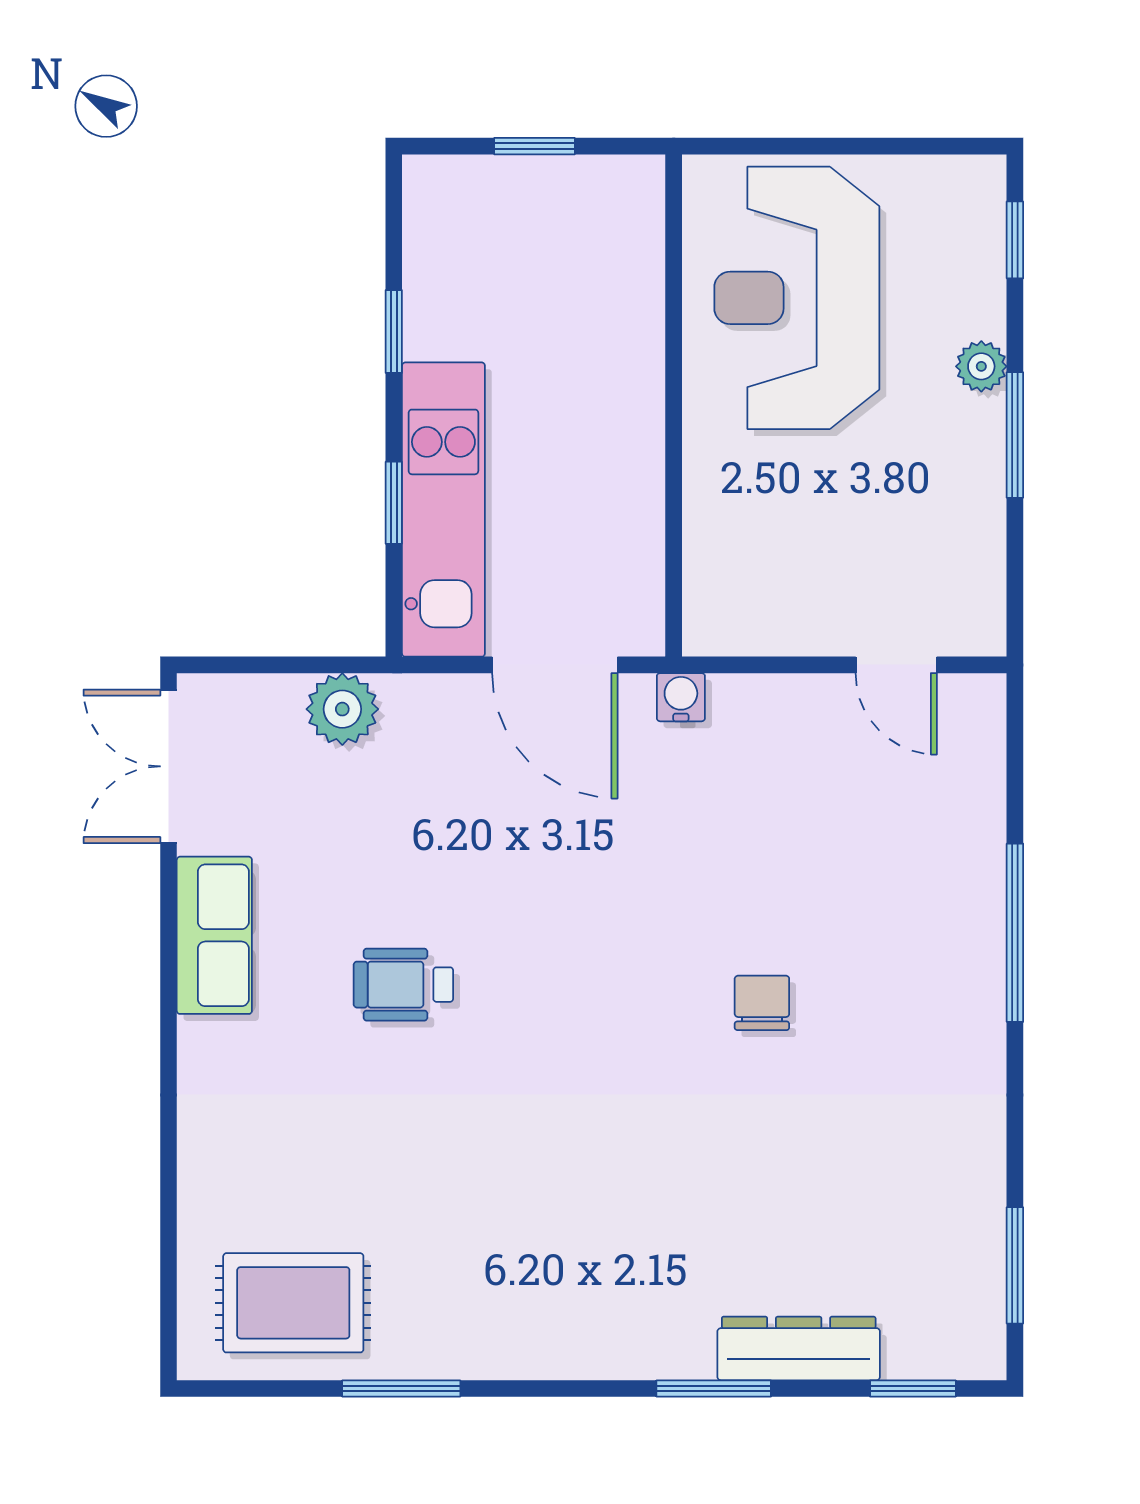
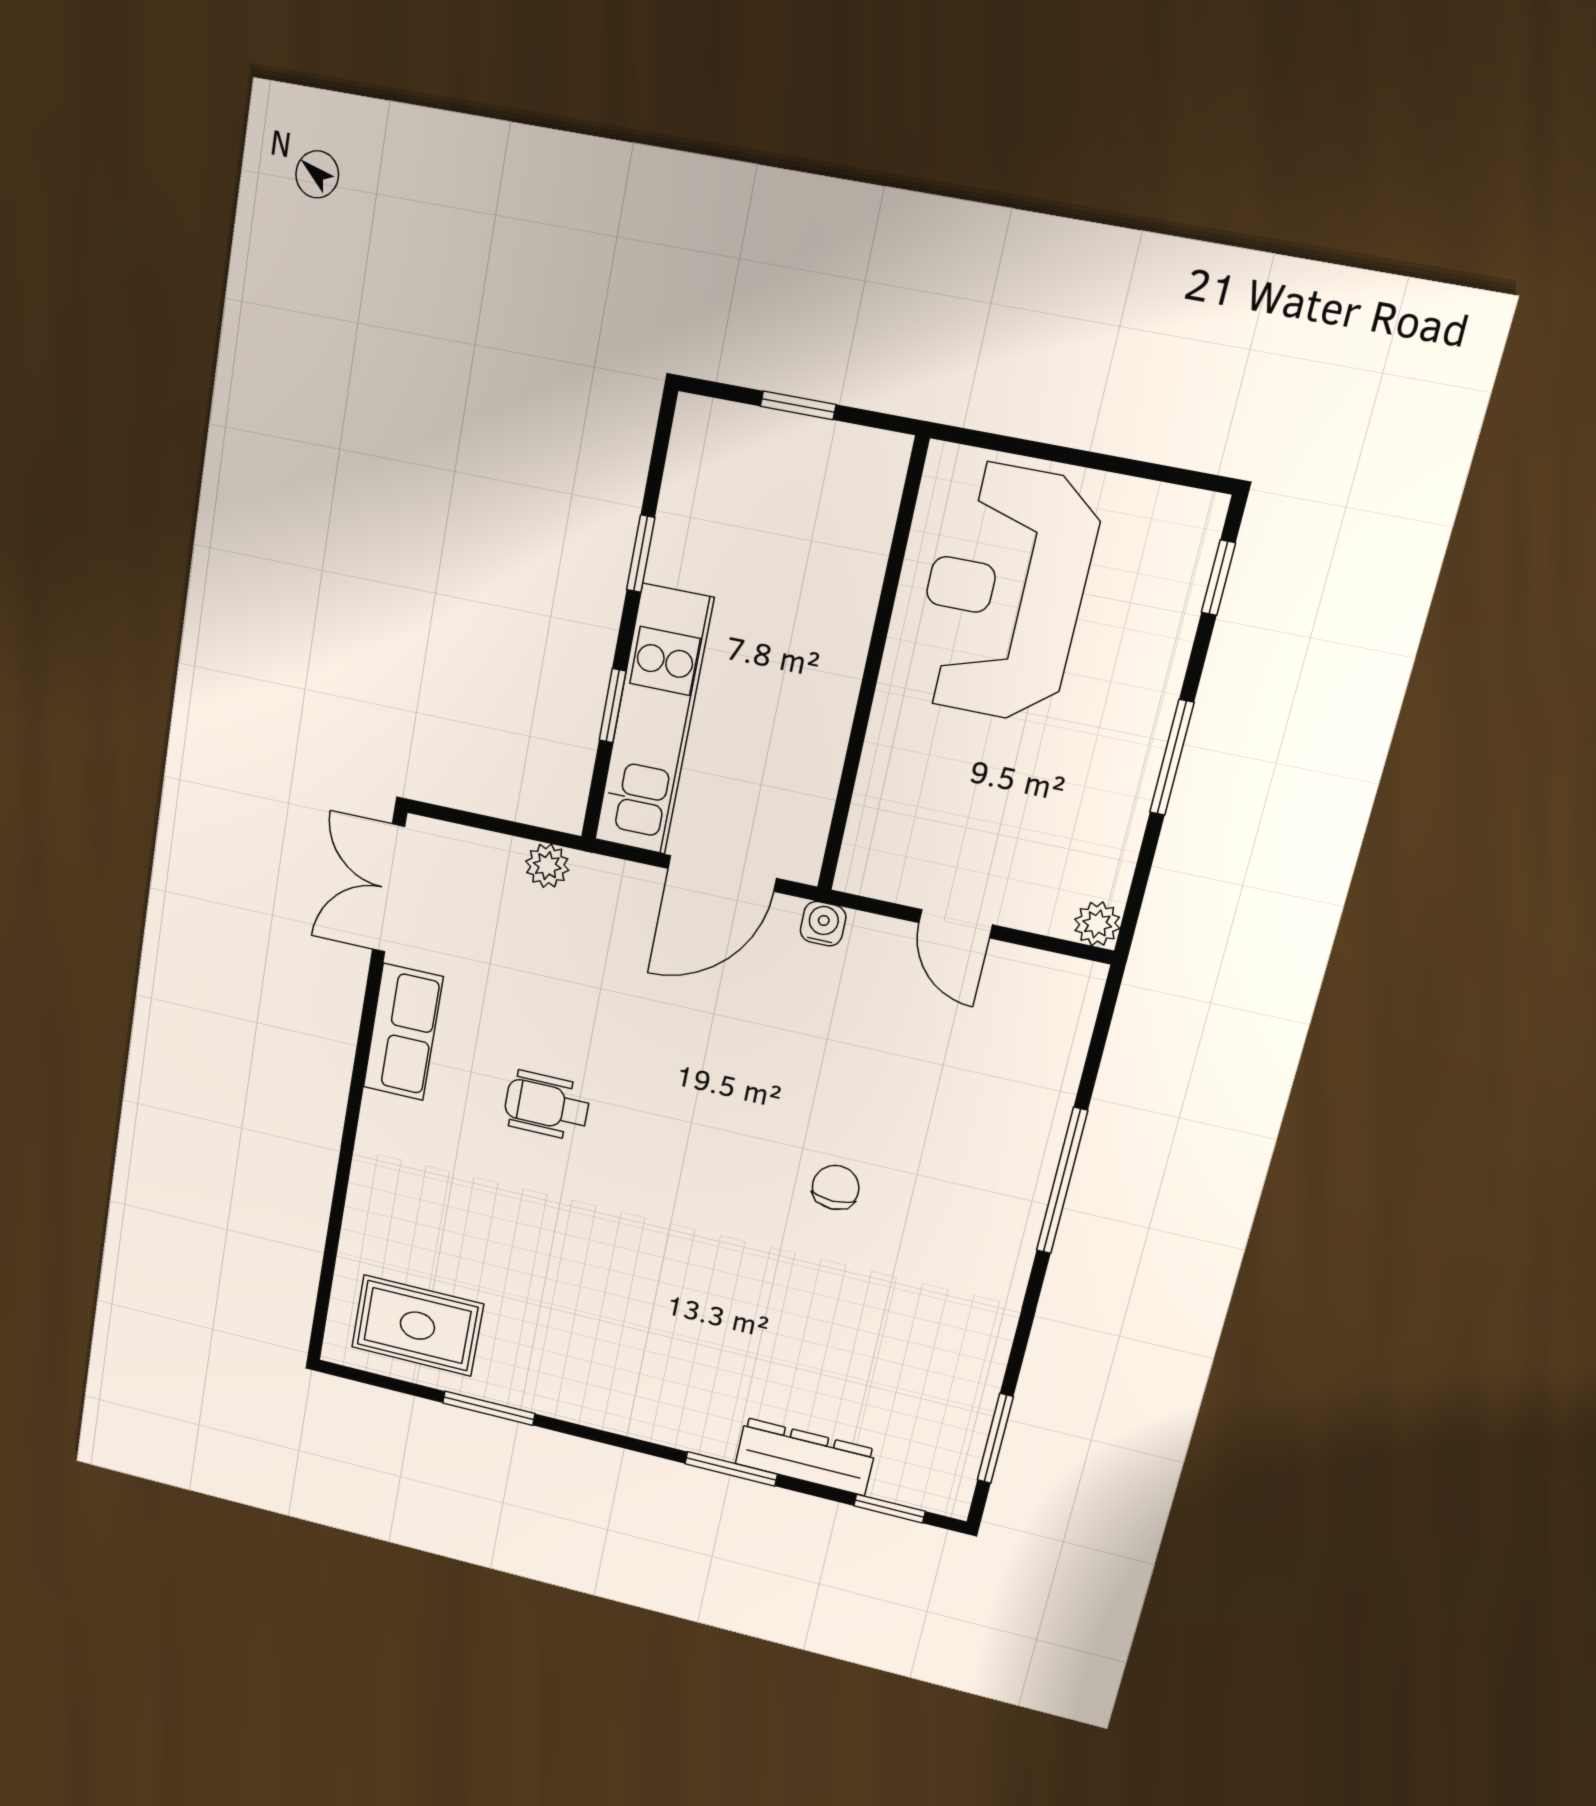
plant: (981, 366) -> (1097, 924), moved
door: (555, 665) -> (722, 873), hinge flipped
door: (896, 665) -> (956, 924), moved
plant: (342, 709) -> (547, 866), width x0.73, depth x0.73

